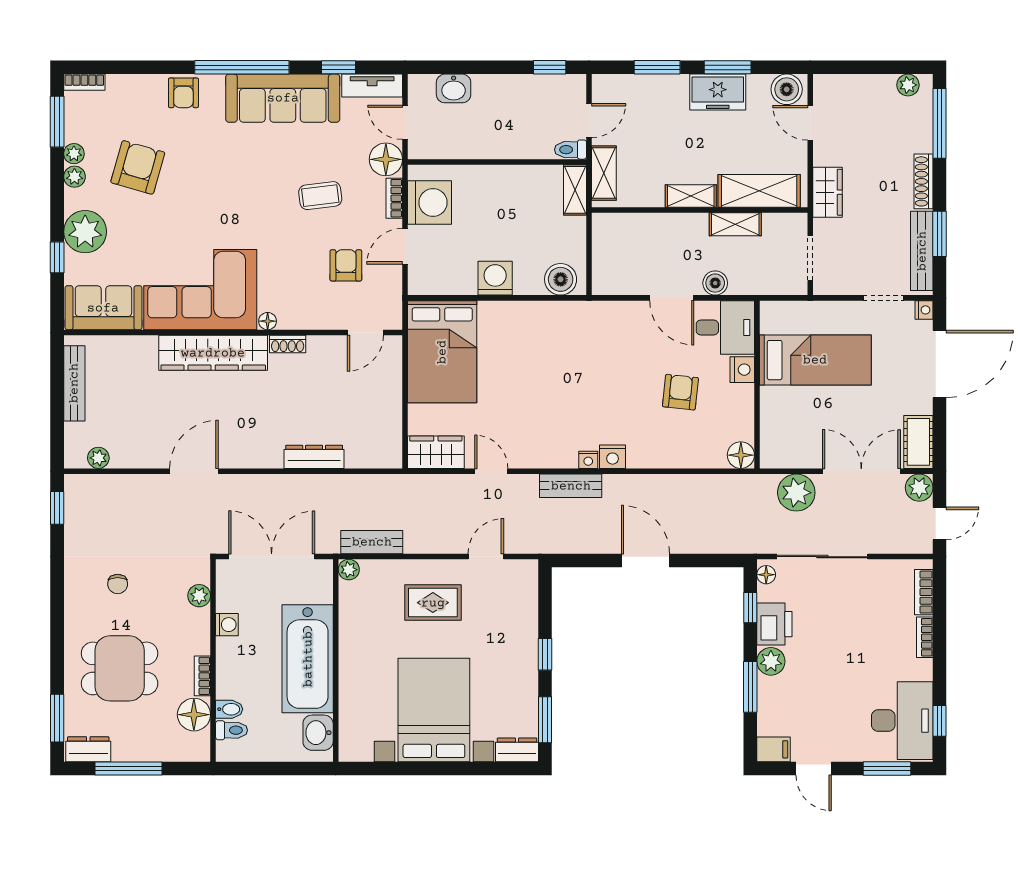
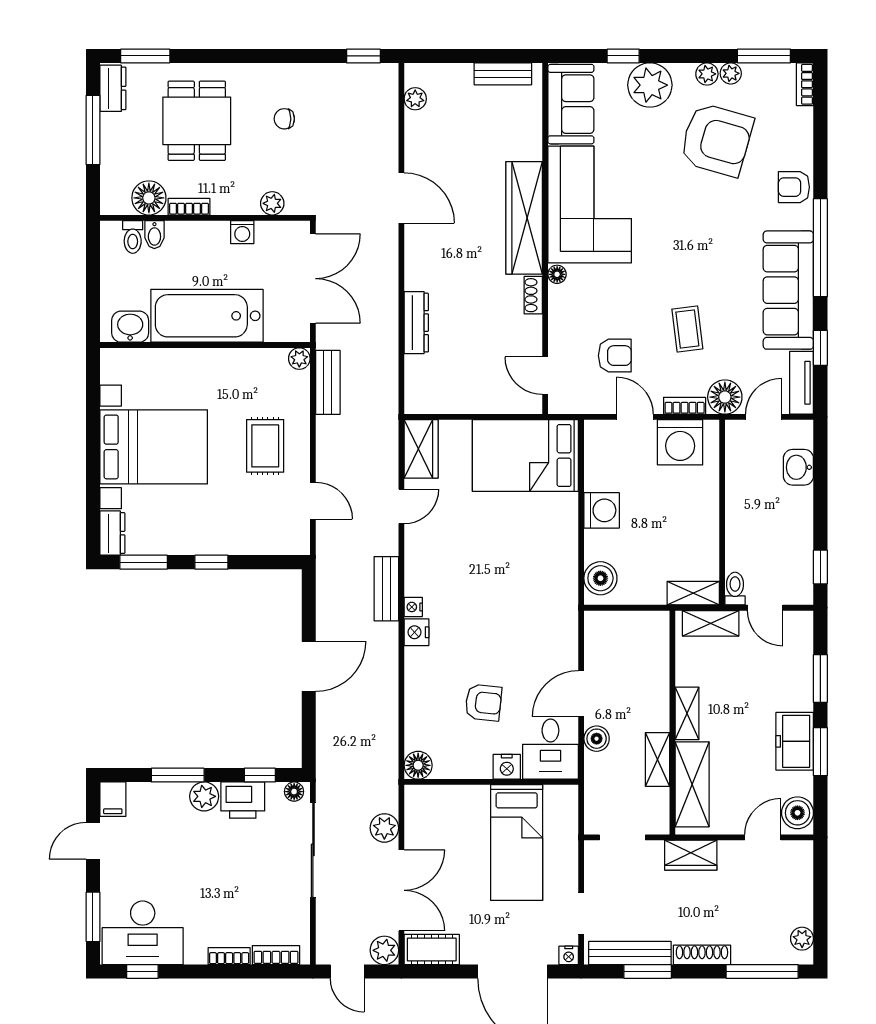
armchair: (138, 167) -> (717, 140), width x1.36, depth x1.36
bench: (74, 383) -> (503, 74), width x0.73
plant: (796, 493) -> (384, 828), width x0.73, depth x0.73

